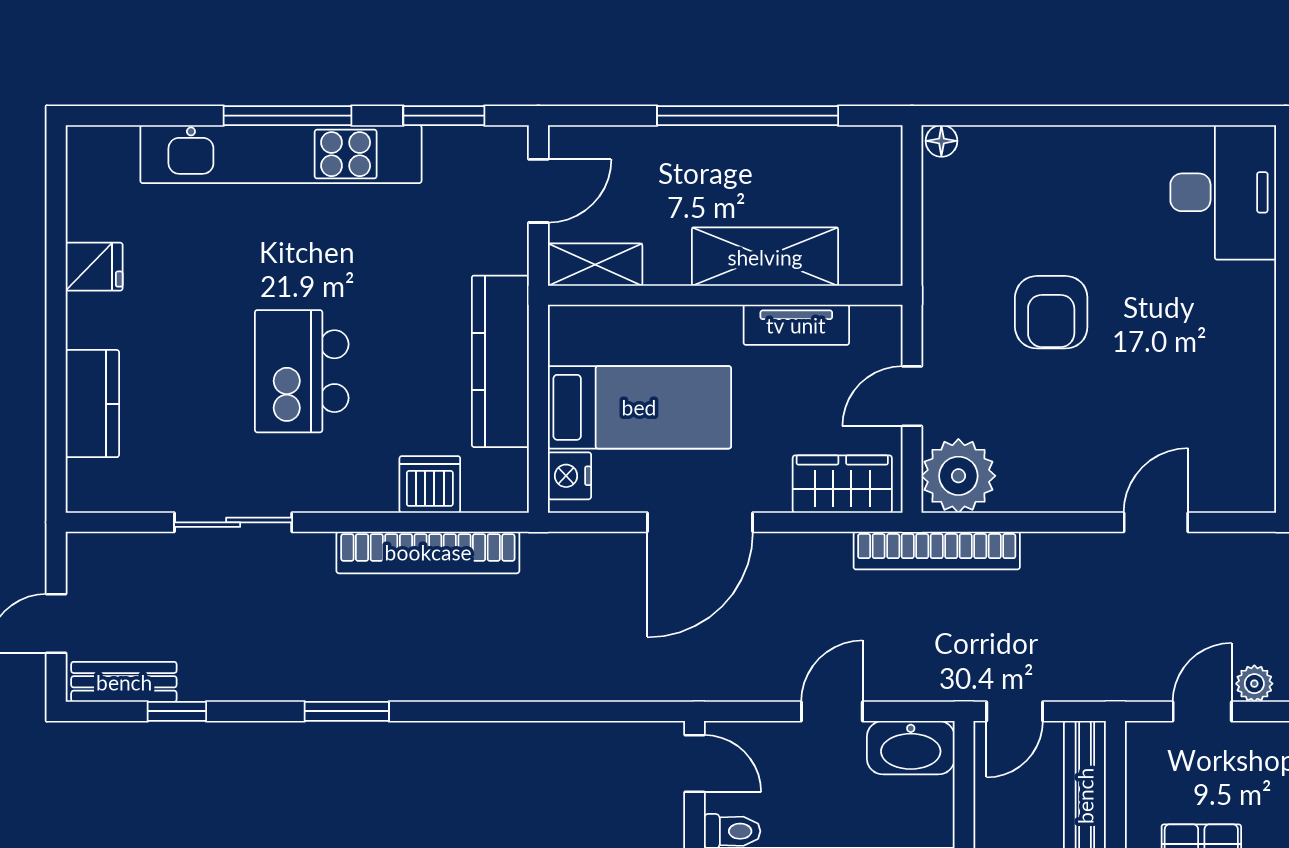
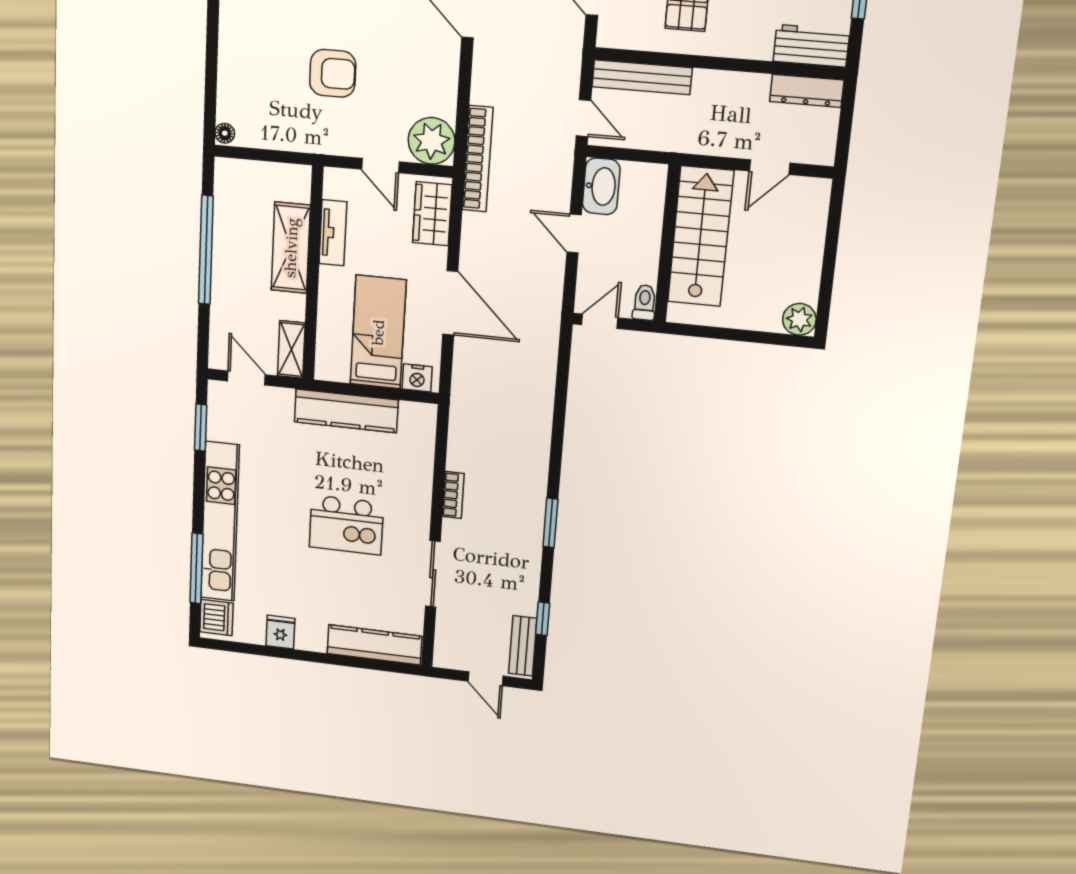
window: (287, 116) -> (196, 568), moved
kitchen counter: (92, 404) -> (374, 645), width x1.50
dishwasher: (430, 484) -> (216, 618), moved, turned 180
bookcase: (428, 552) -> (453, 495), width x0.43, depth x0.76

